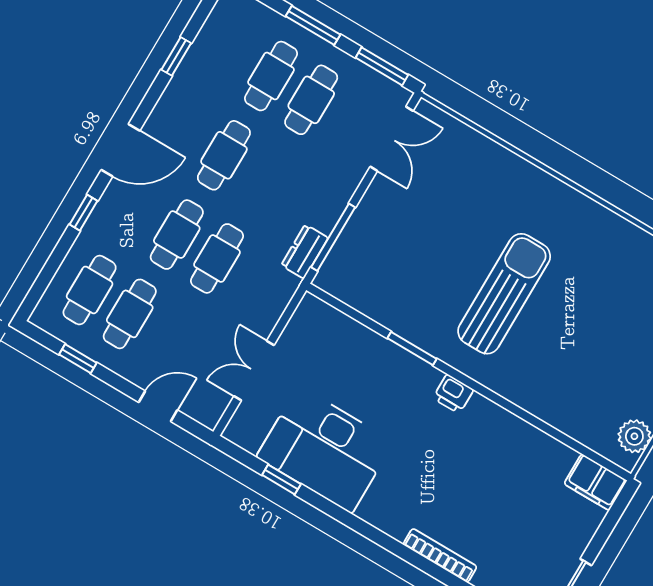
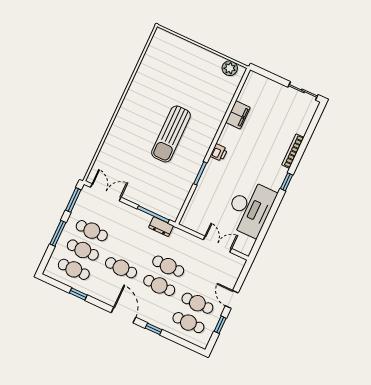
cafe table: (231, 52) -> (74, 269), added
sun lounger: (504, 294) -> (171, 134), turned -90
double door: (254, 371) -> (217, 244), swing flipped
door: (158, 406) -> (232, 299), moved
window: (281, 479) -> (286, 182), moved
filing cabinet: (595, 482) -> (238, 115), moved

